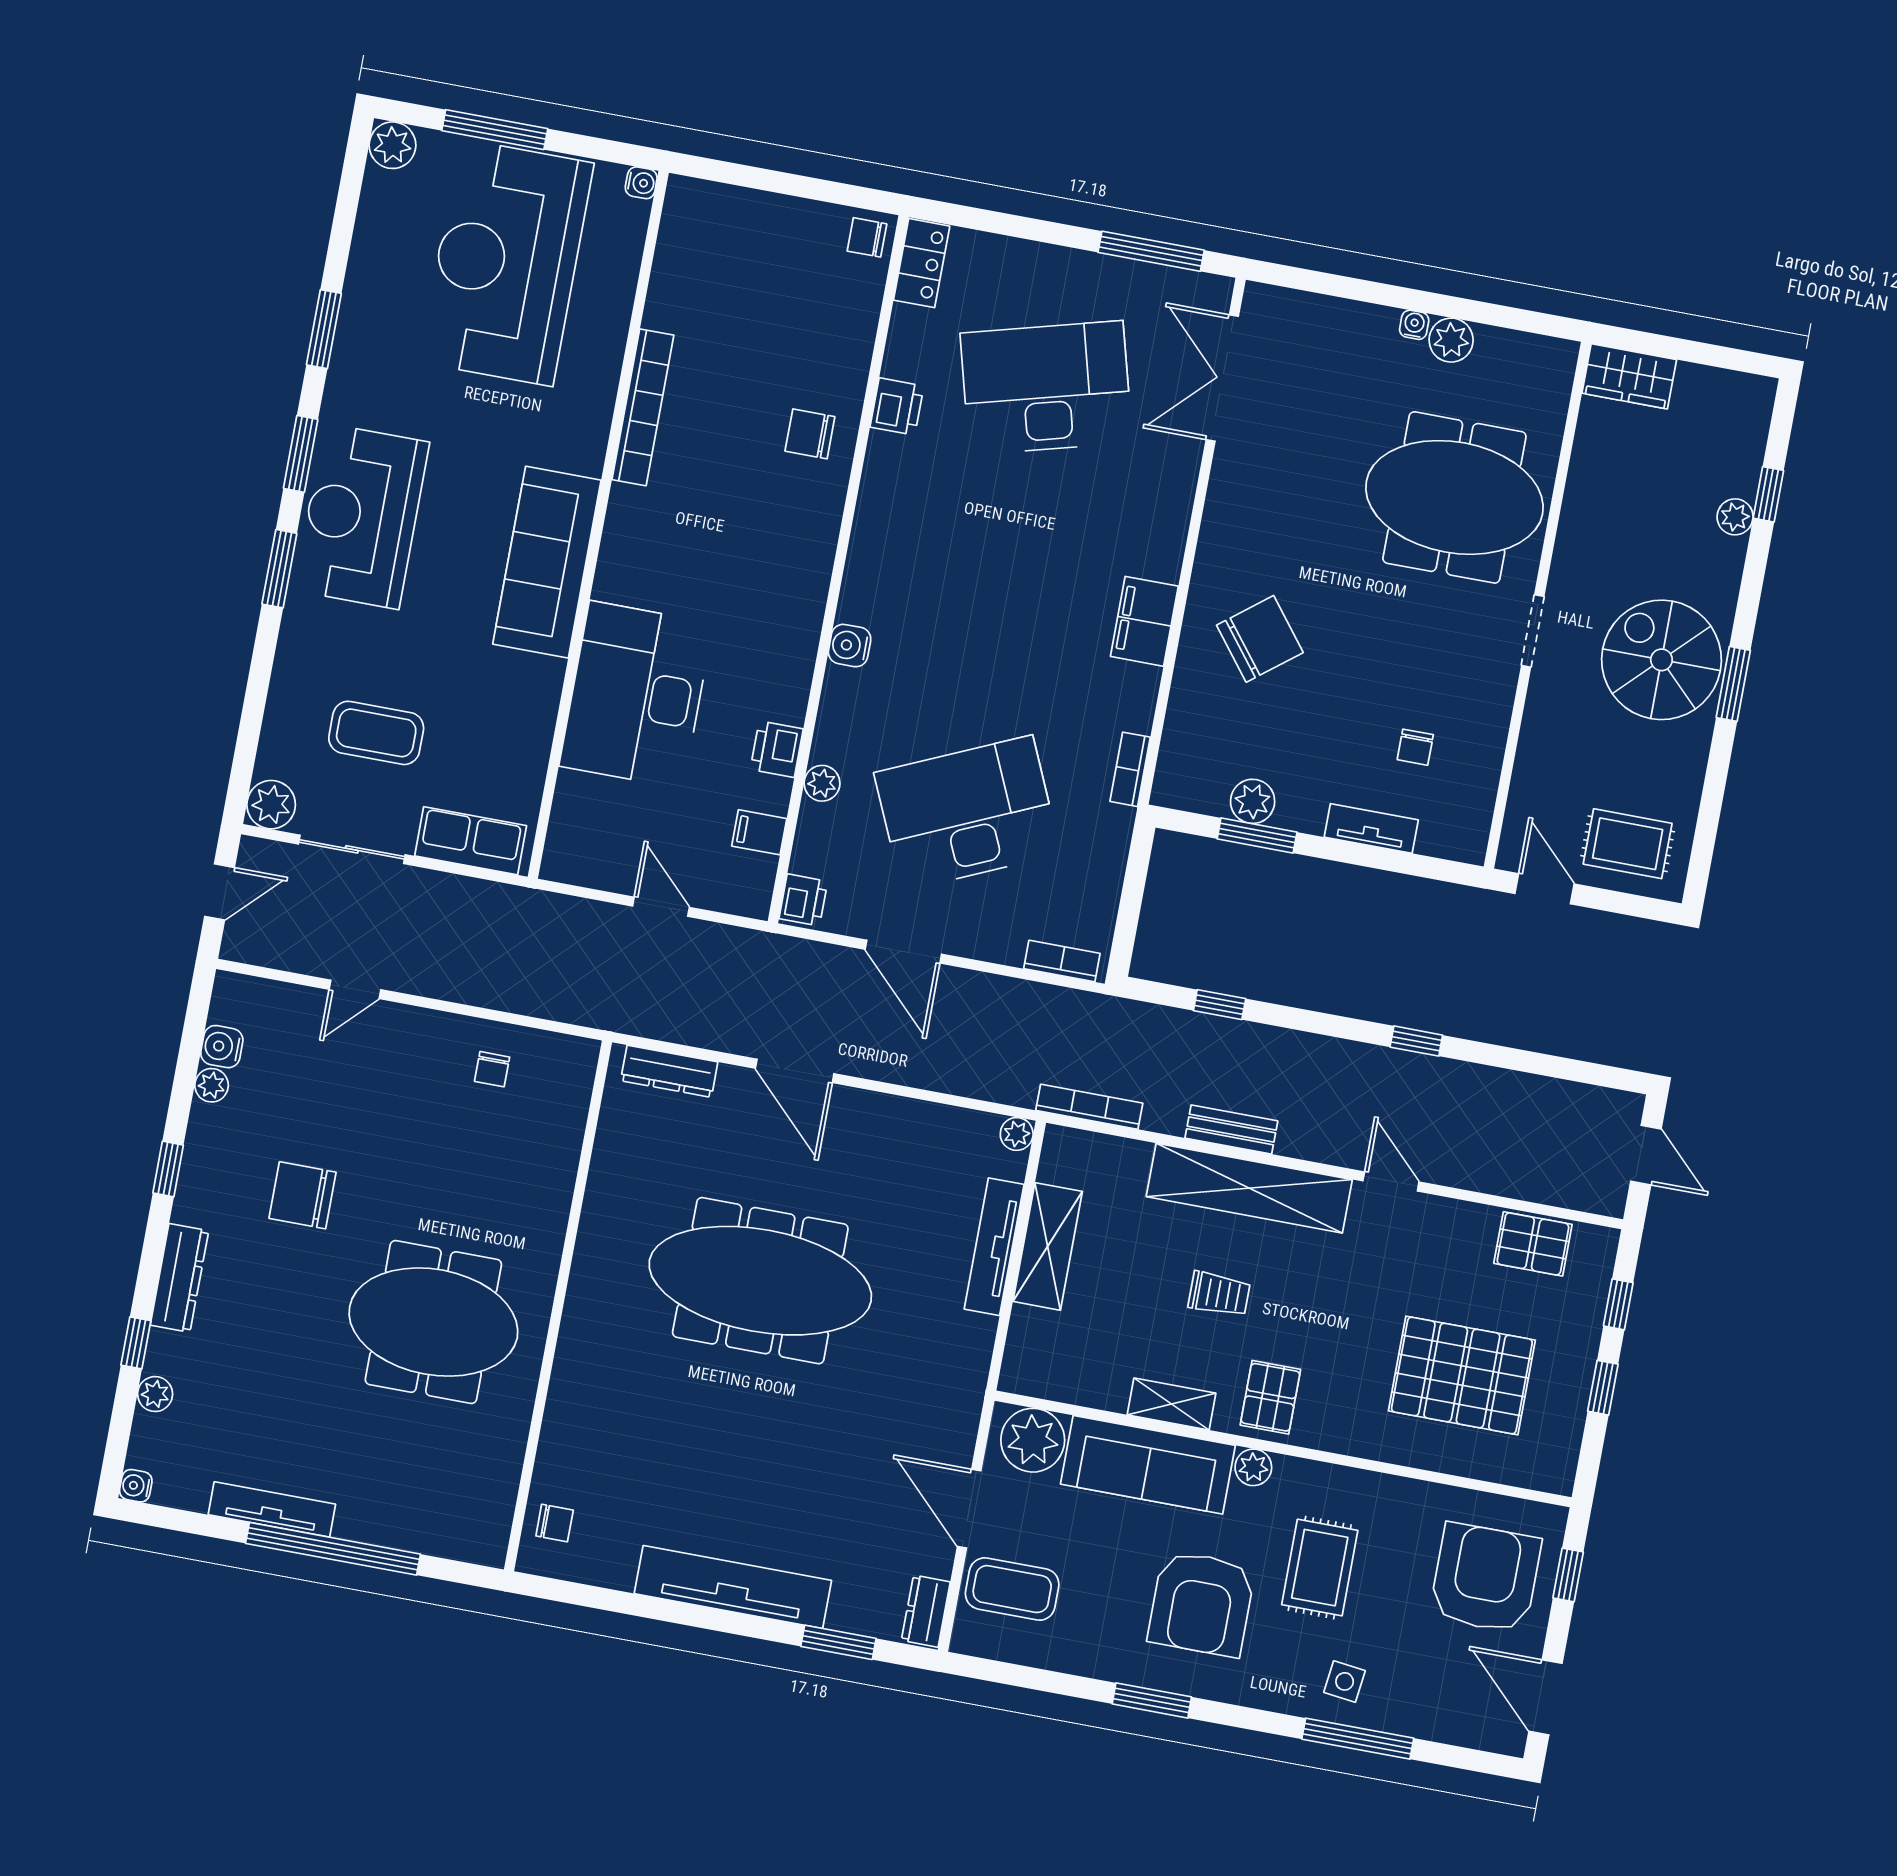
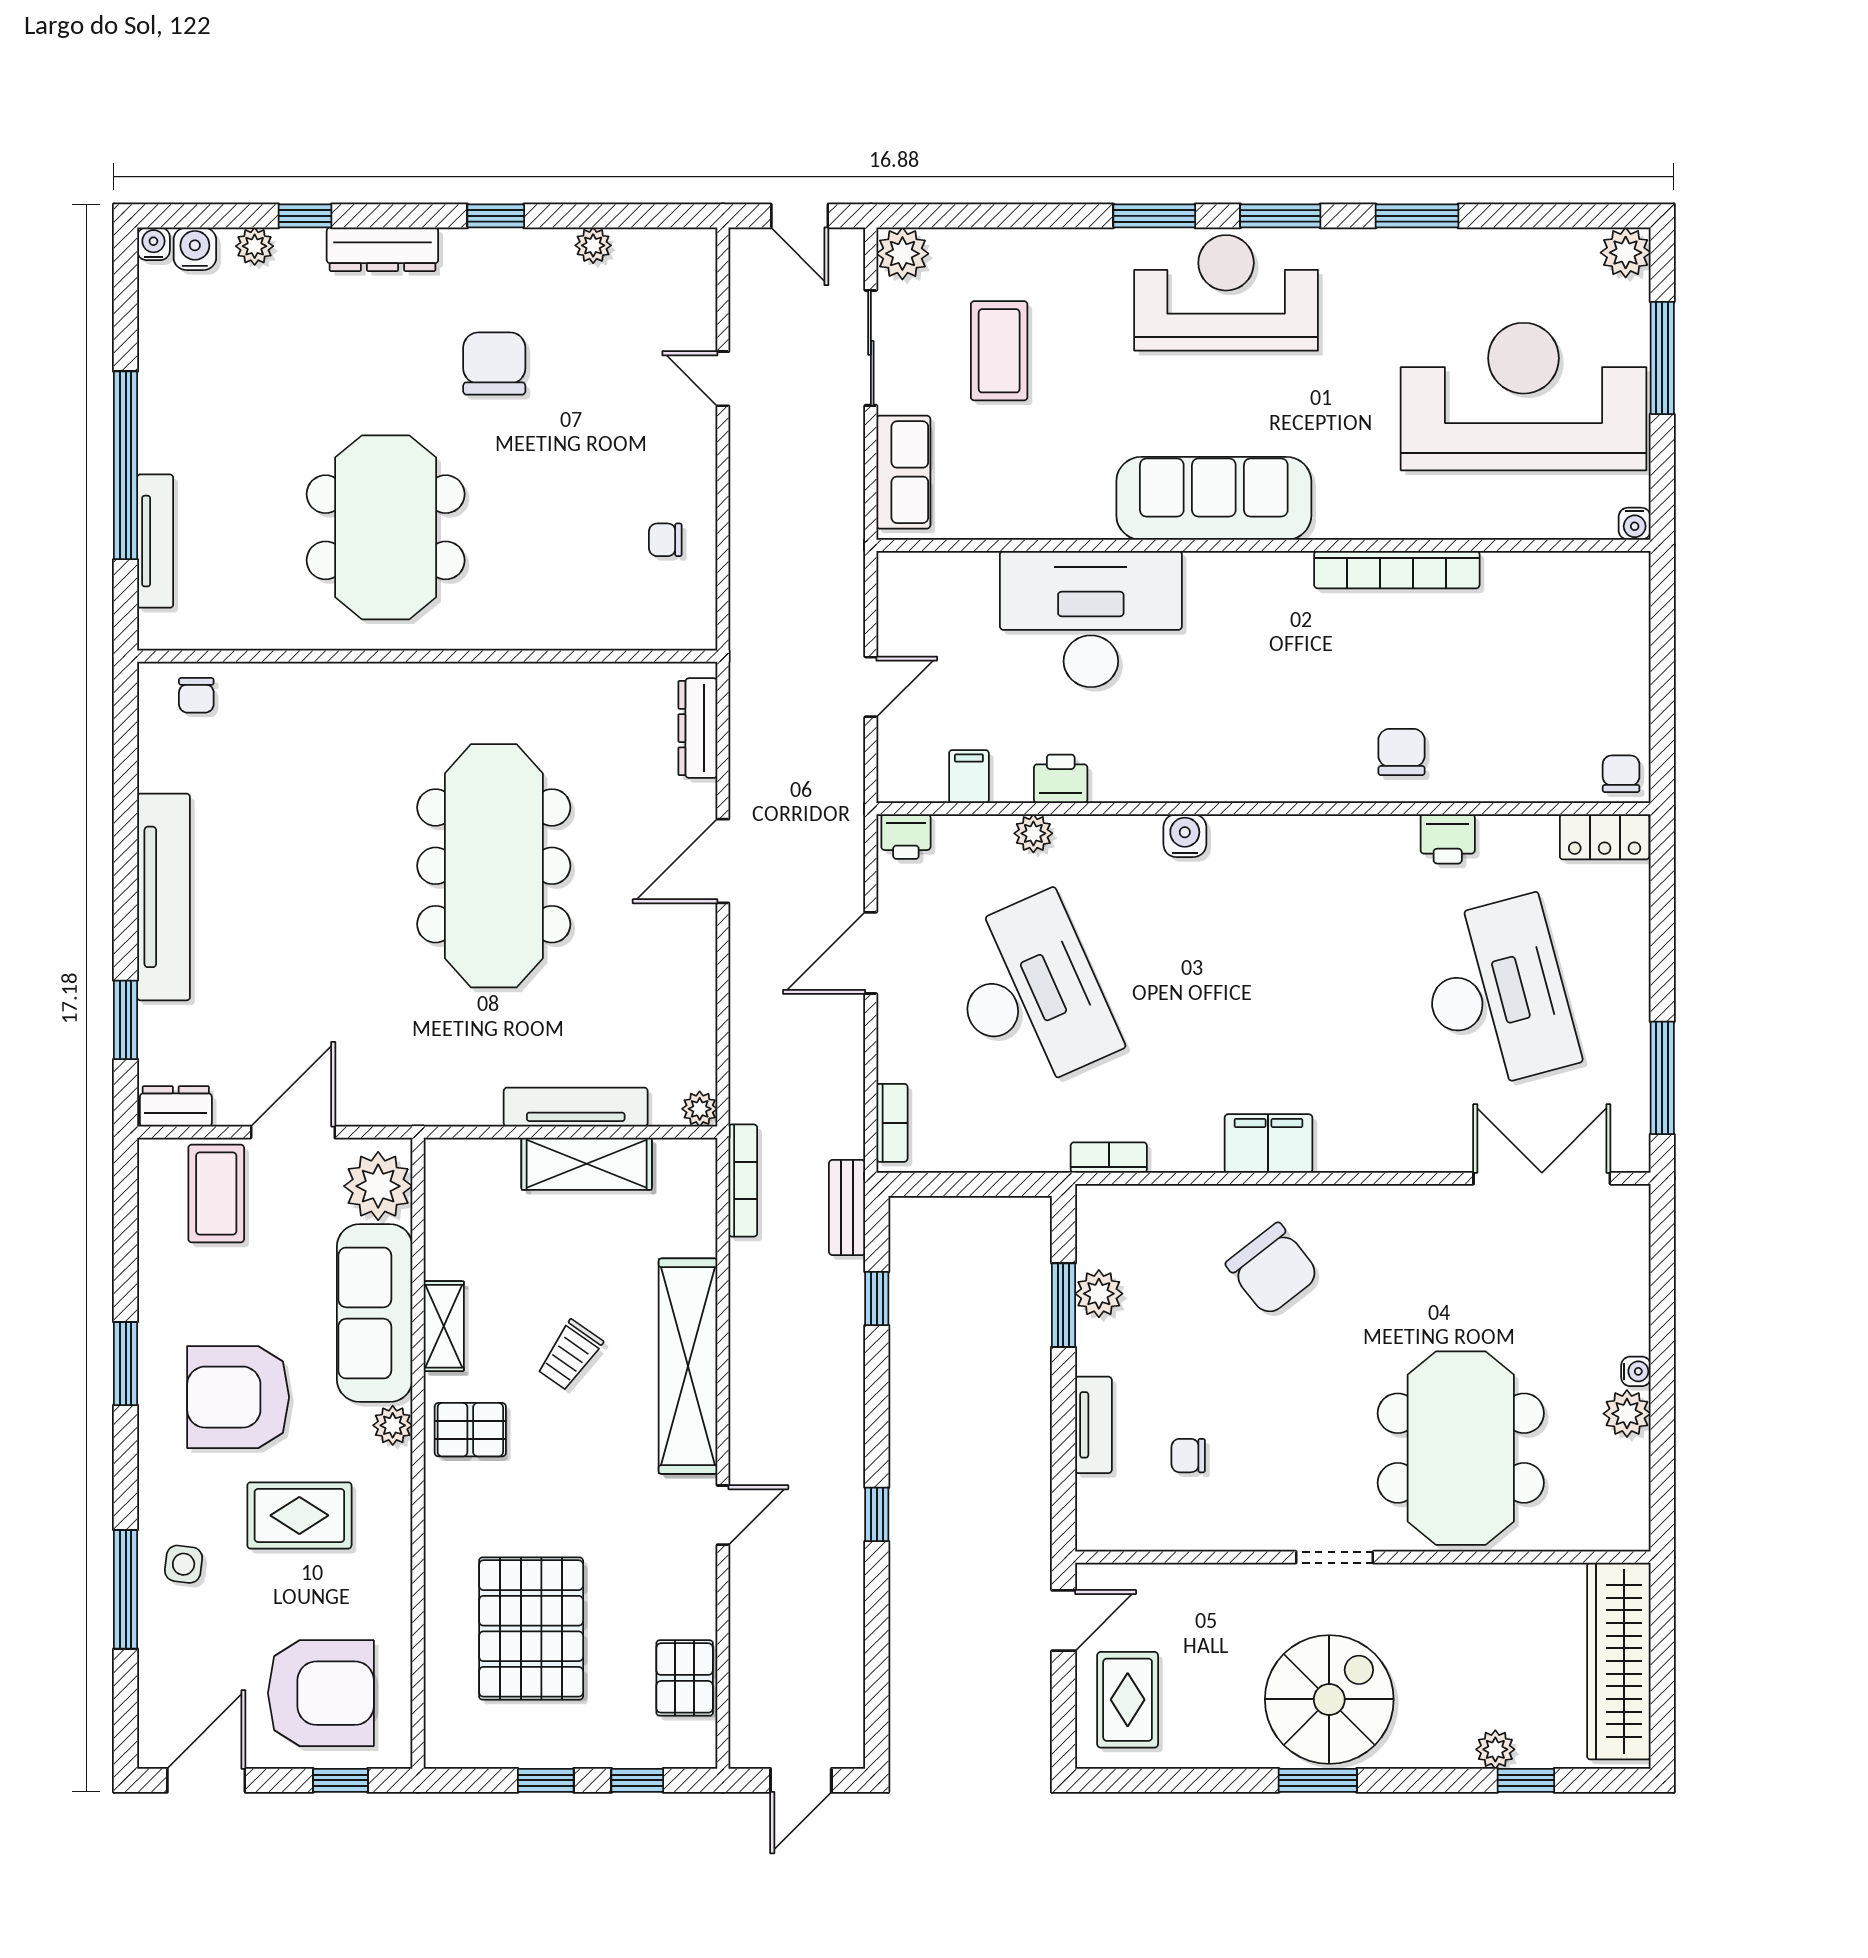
wardrobe: (1629, 376) -> (1619, 1661), width x2.10, depth x1.17
water cooler: (222, 1047) -> (195, 249), moved
bench: (1231, 1129) -> (847, 1208), moved
trolley: (1219, 1294) -> (570, 1355), turned 35
tv unit: (272, 1509) -> (155, 541), moved

